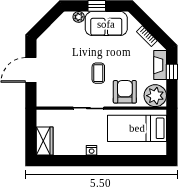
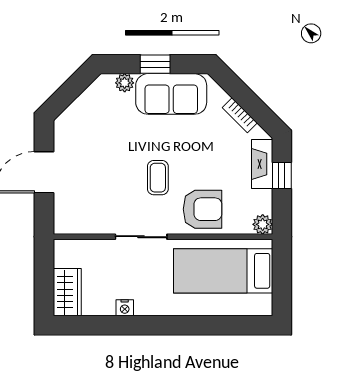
armchair: (125, 92) -> (203, 209), turned 90
plant: (155, 96) -> (263, 224), width x0.53, depth x0.53
nightstand: (92, 150) -> (125, 308), moved

